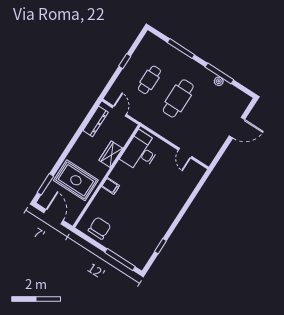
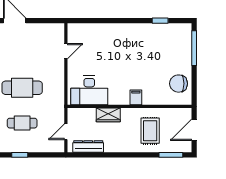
rug: (76, 180) -> (150, 131), width x0.73, depth x0.70

